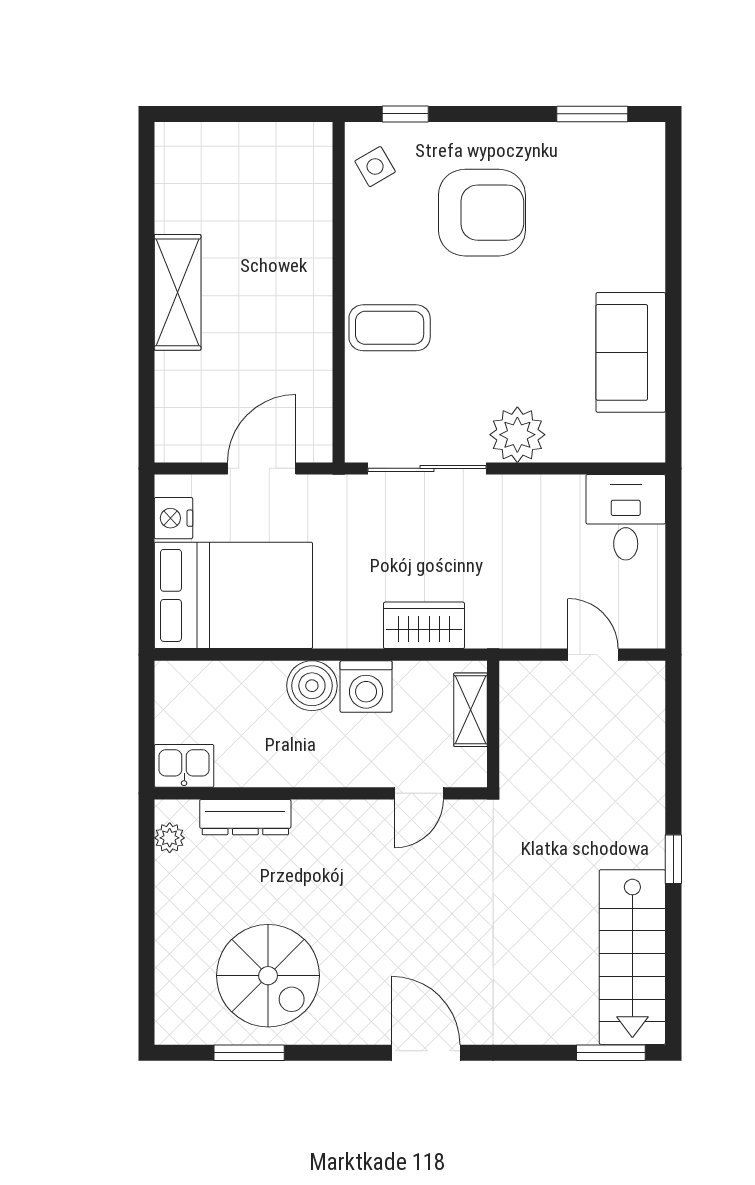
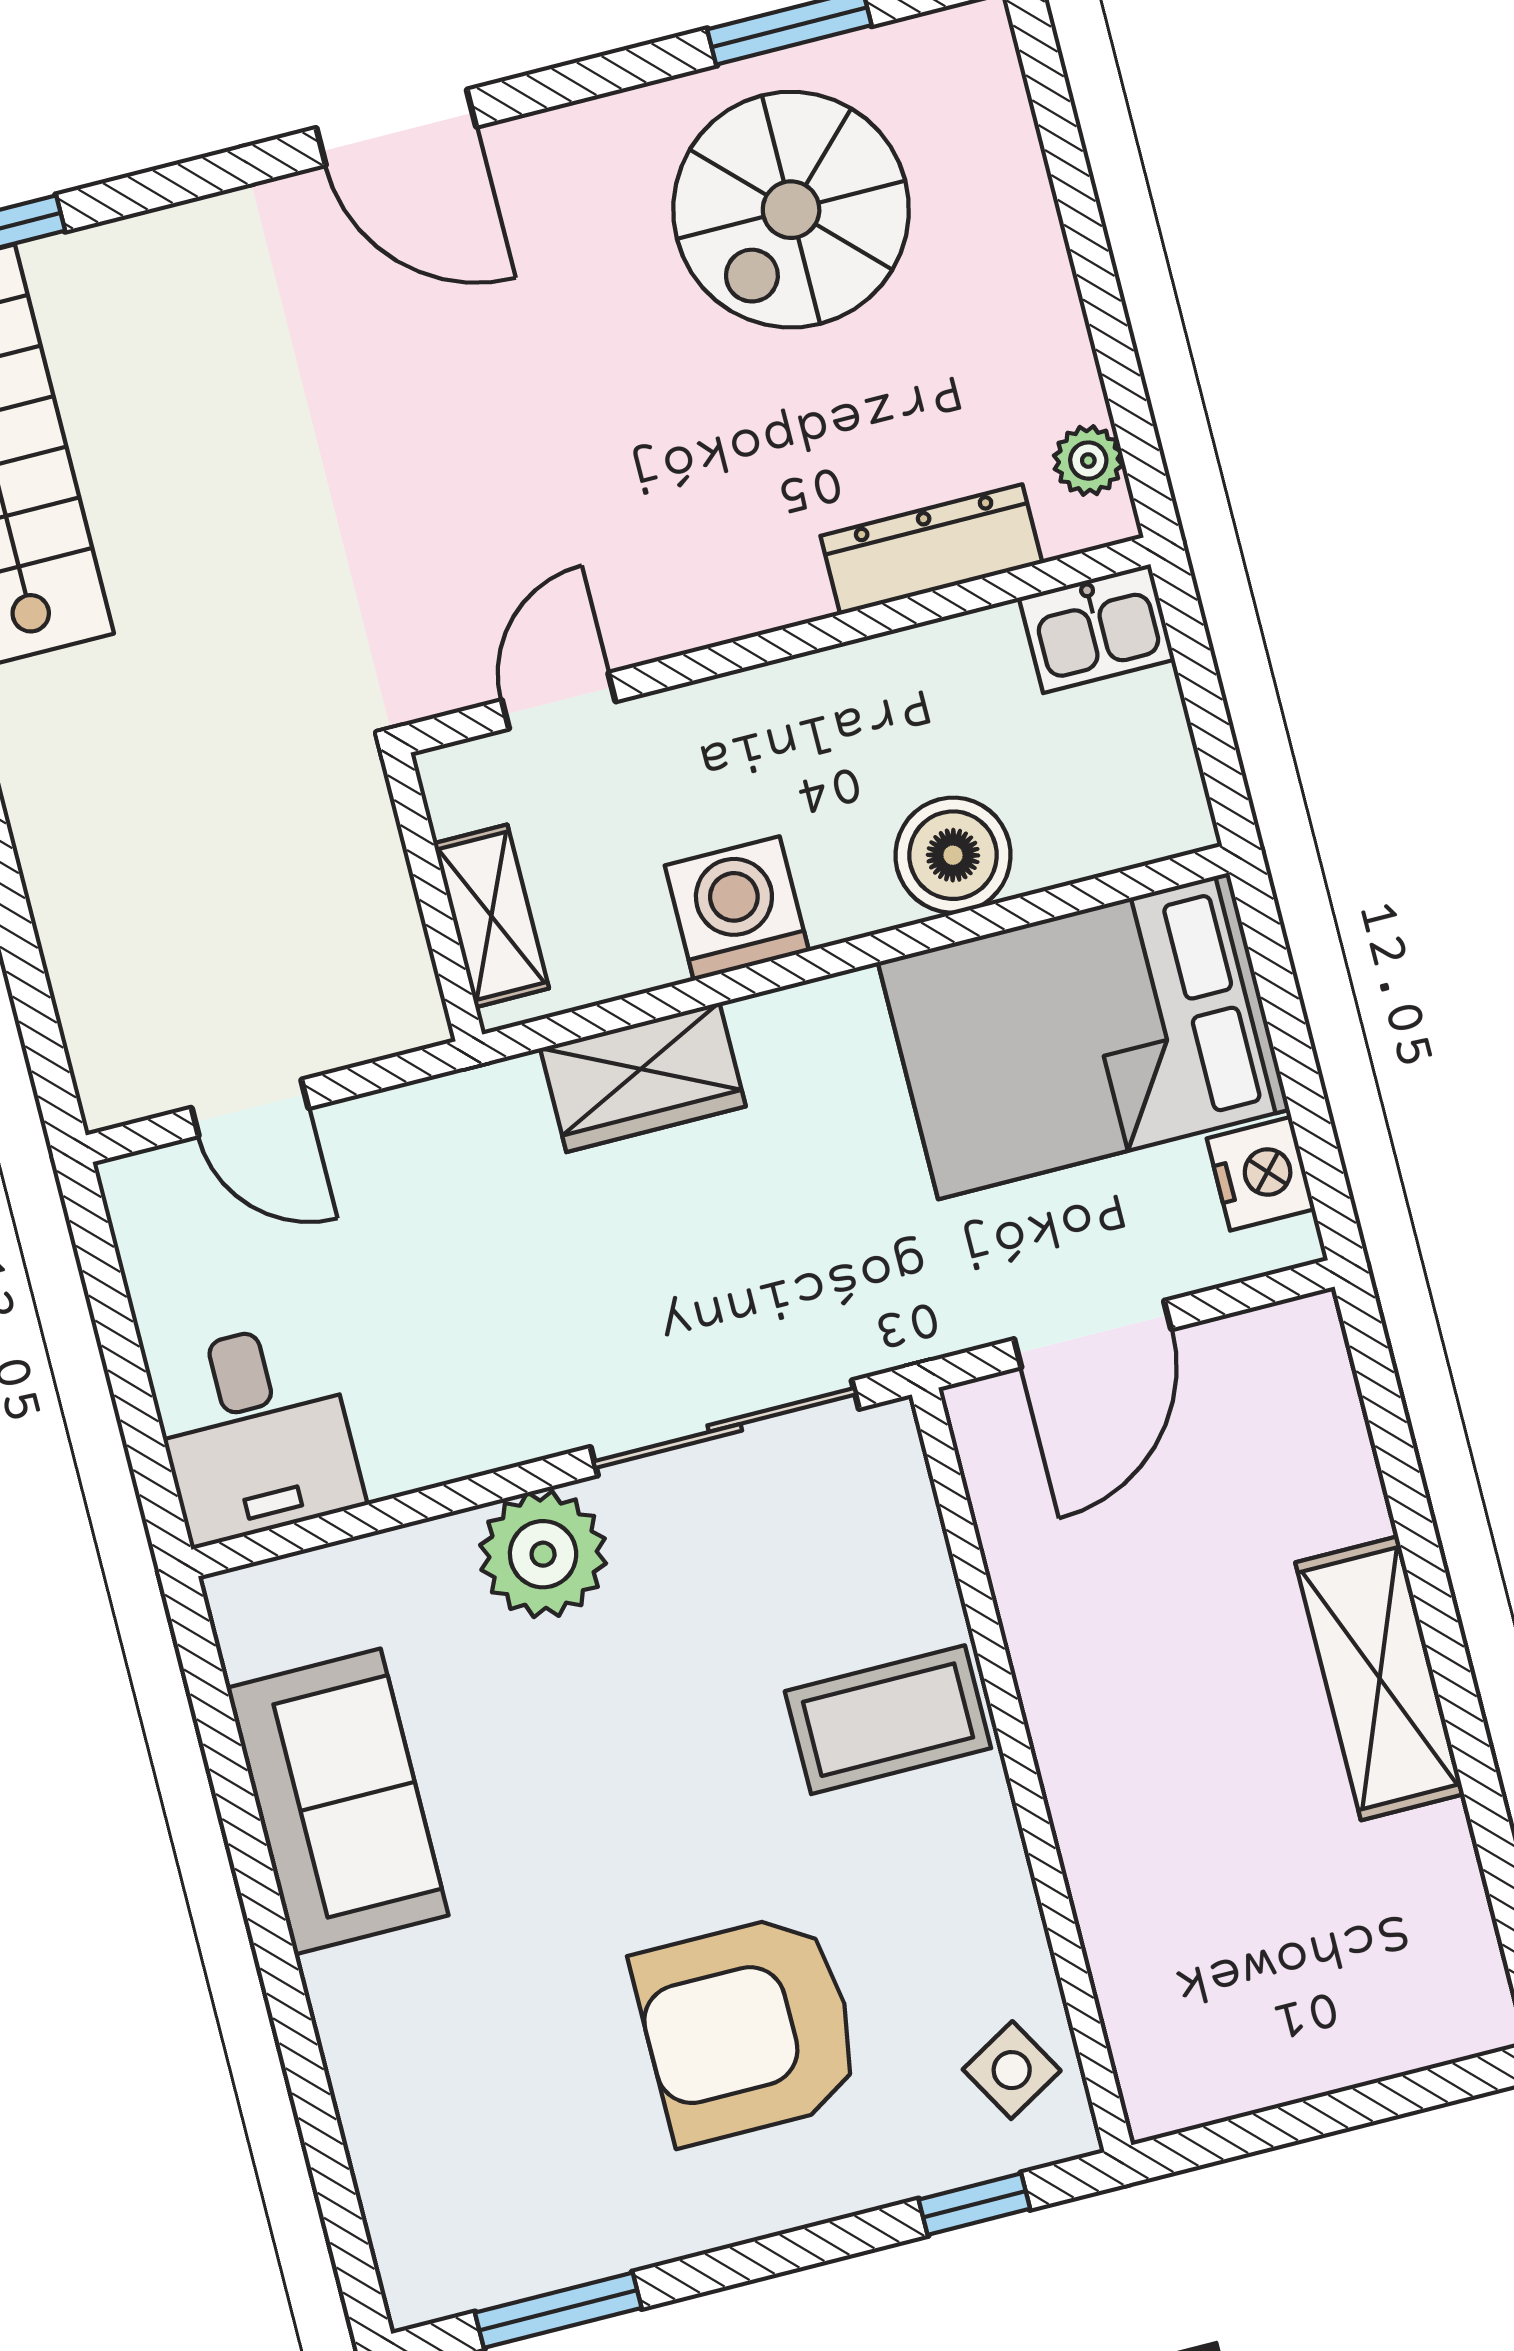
boiler: (312, 686) -> (953, 855), moved
spiral stairs: (268, 976) -> (791, 210), turned -90

